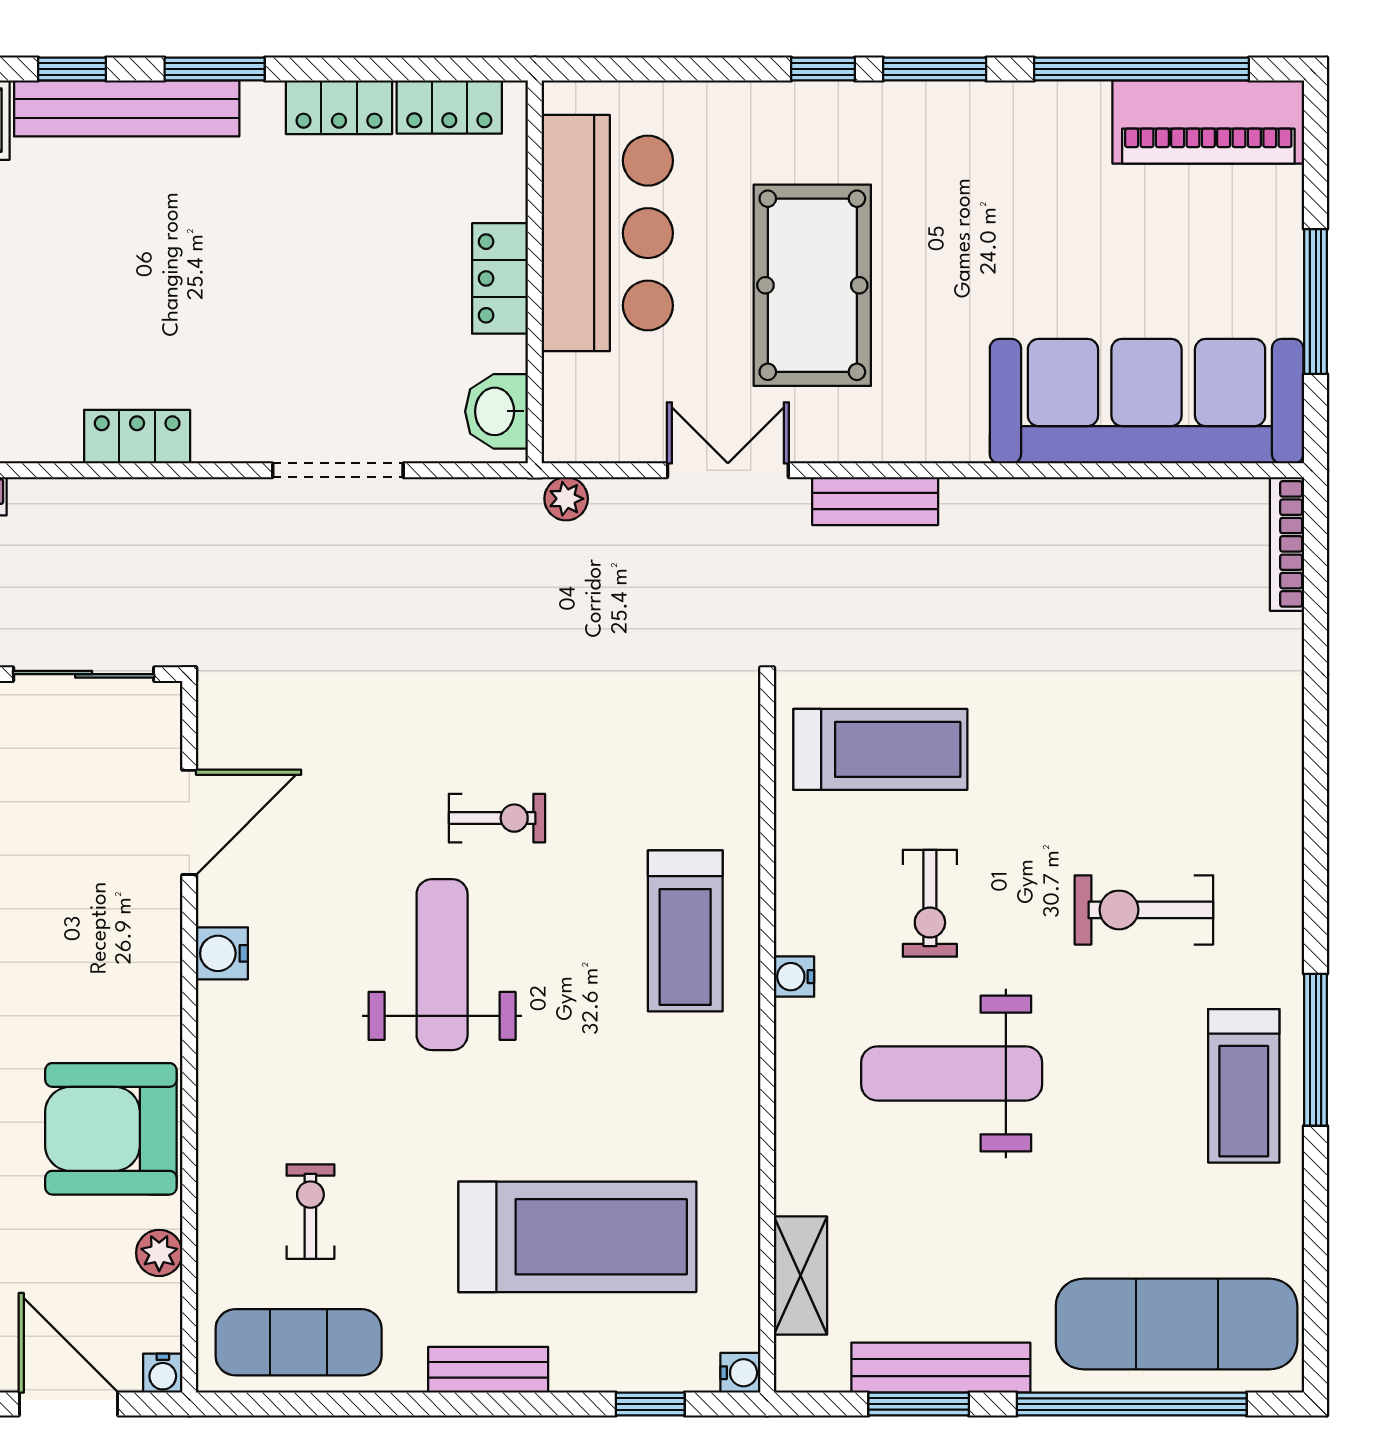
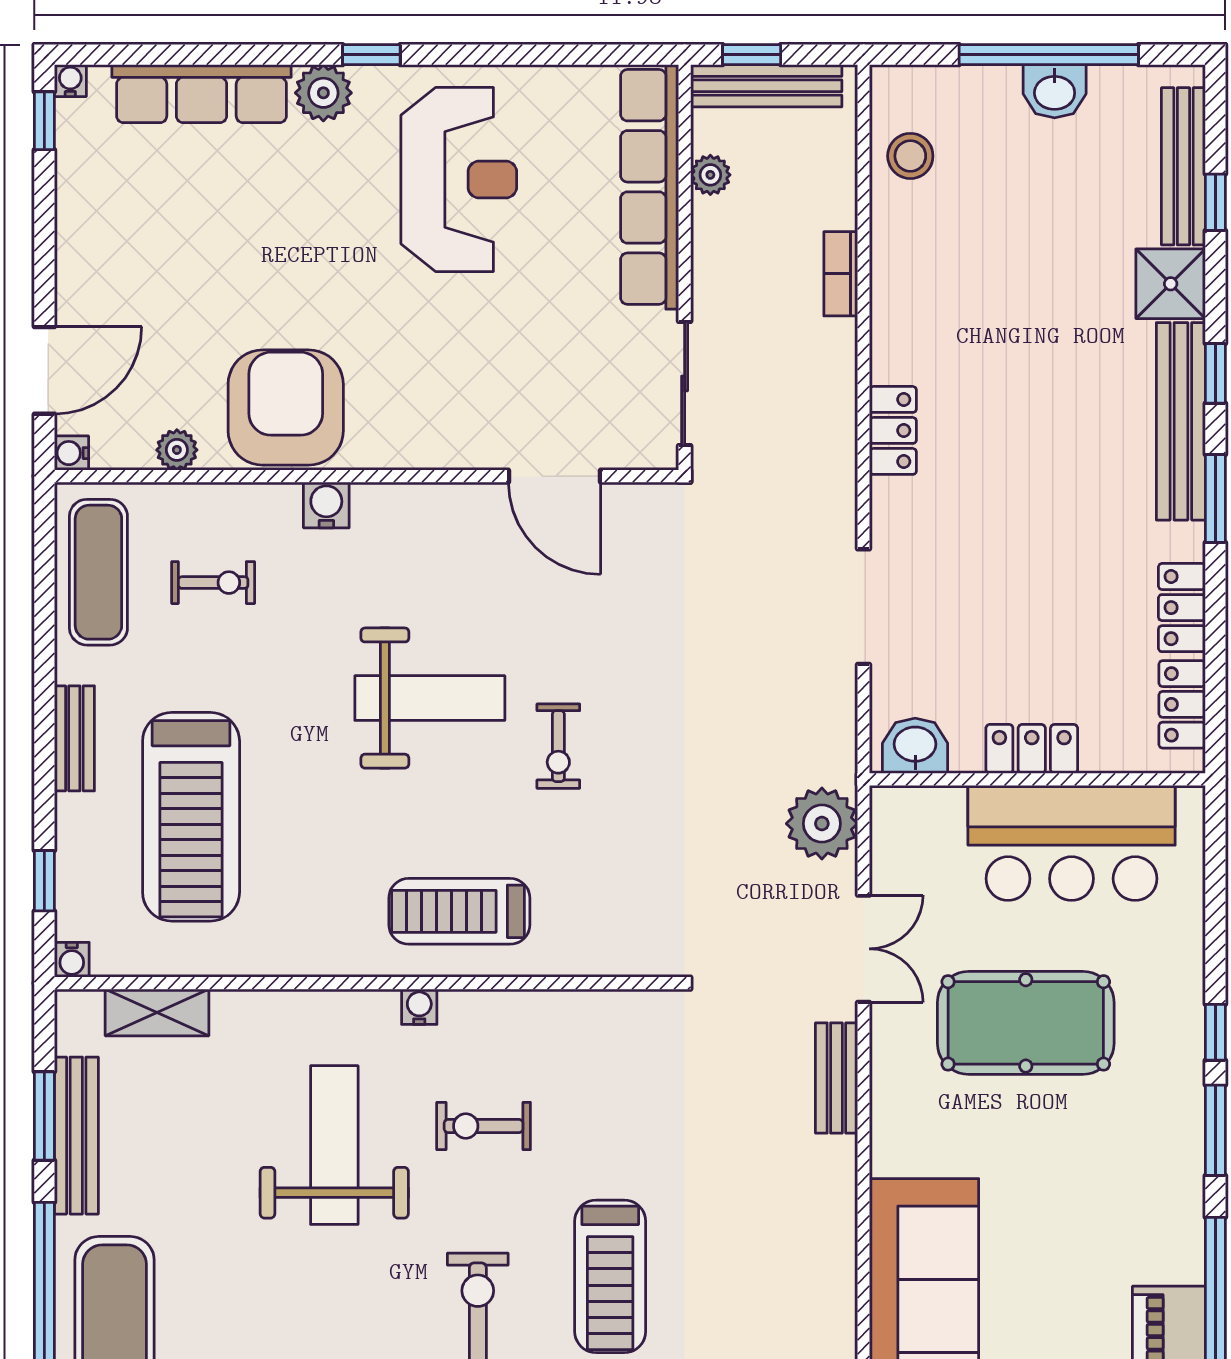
plant: (566, 499) -> (822, 824), width x1.88, depth x1.88
treadmill: (880, 749) -> (610, 1276), moved
water cooler: (222, 953) -> (326, 505), moved

